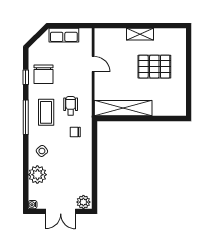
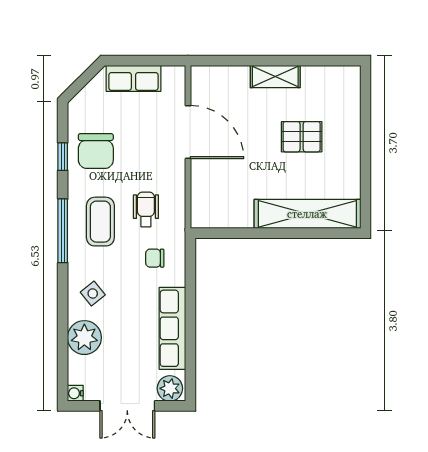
door: (93, 64) -> (188, 132), width x1.88
pallet: (154, 67) -> (302, 137), width x0.67, depth x0.71
shelving: (123, 108) -> (307, 214), moved
row of seats: (85, 170) -> (172, 328), added

